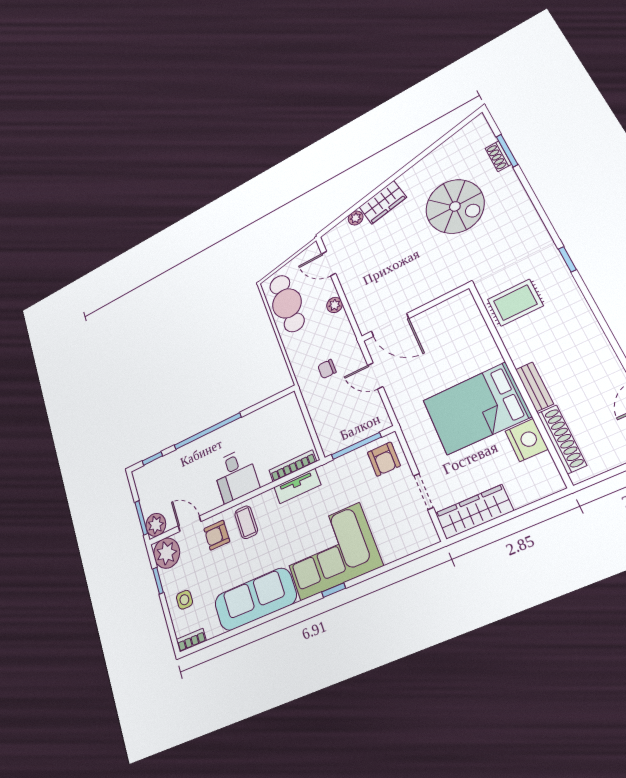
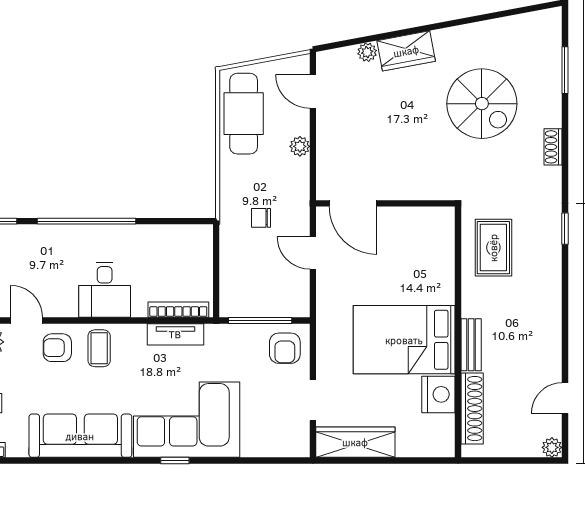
shoe rack: (498, 156) -> (553, 147), moved
rug: (515, 303) -> (493, 248), turned 90

